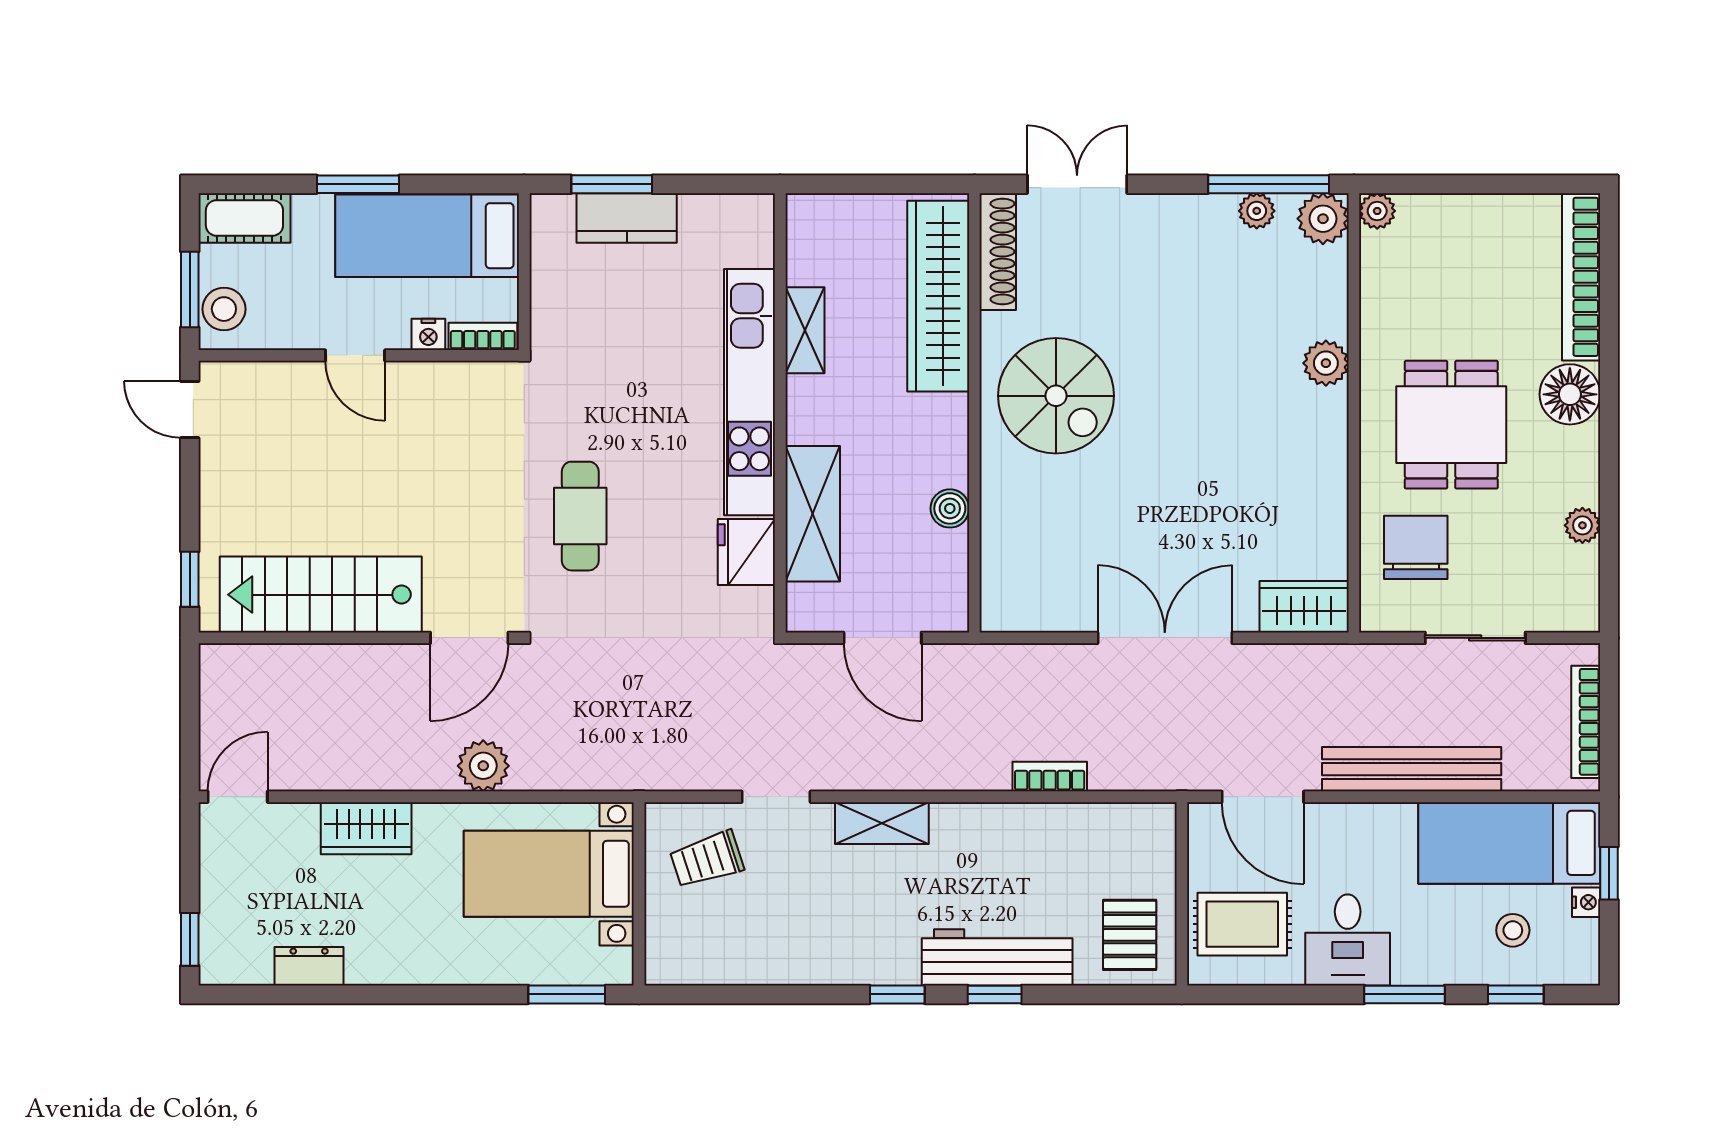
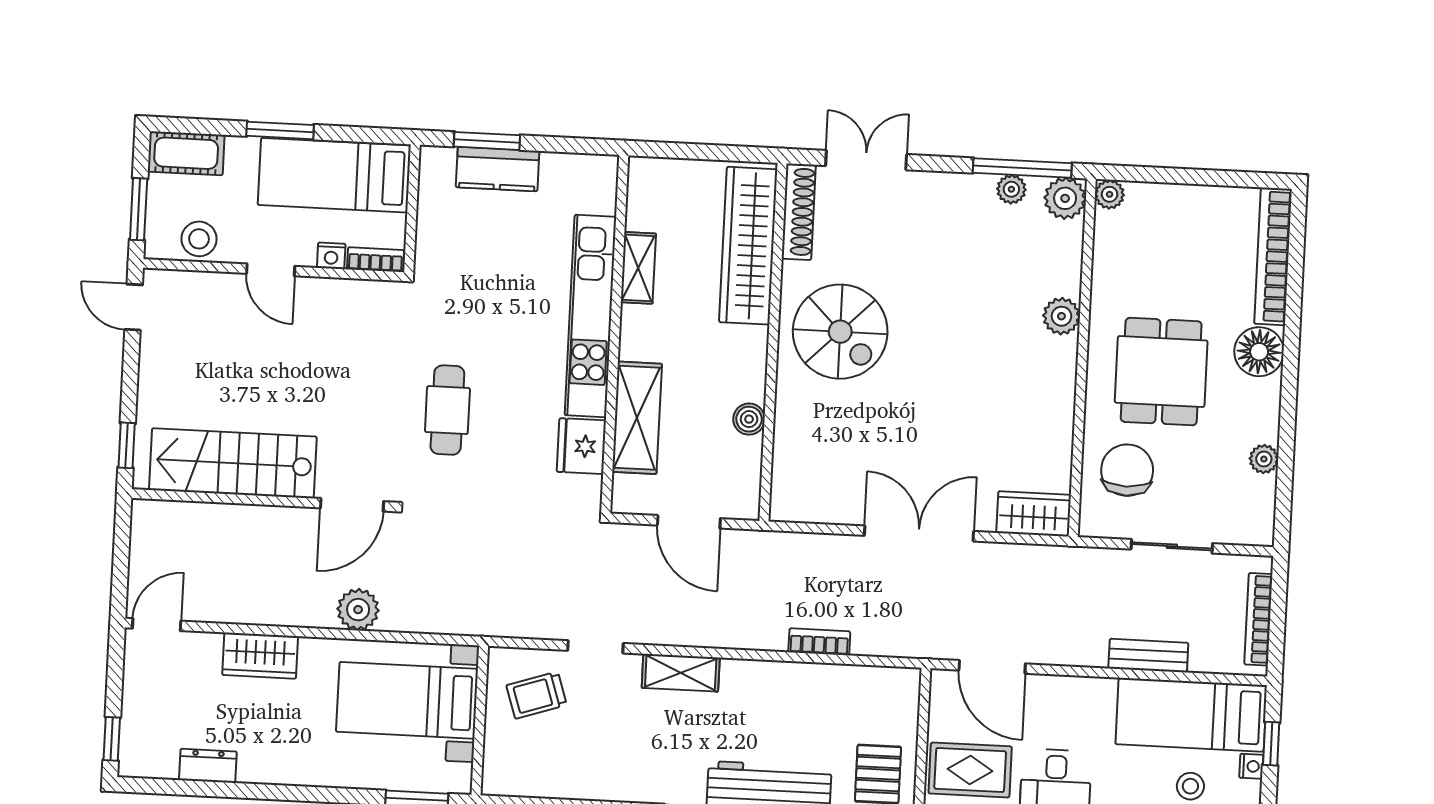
stool: (224, 309) -> (199, 239), moved
bench: (1412, 769) -> (1148, 656), width x0.54, depth x0.82

